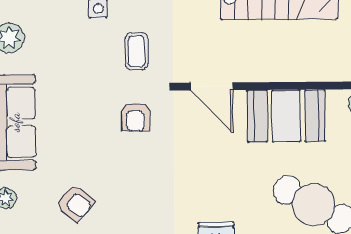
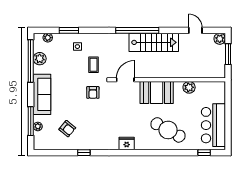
door: (212, 86) -> (125, 80), swing flipped

